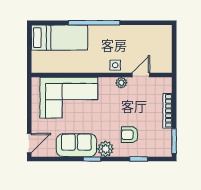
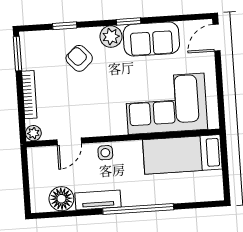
tv unit: (123, 31) -> (98, 200), added
floor lamp: (149, 34) -> (61, 199), added
bed: (59, 38) -> (182, 154), moved
plant: (121, 83) -> (33, 133), moved
armchair: (130, 135) -> (79, 58), turned -132

